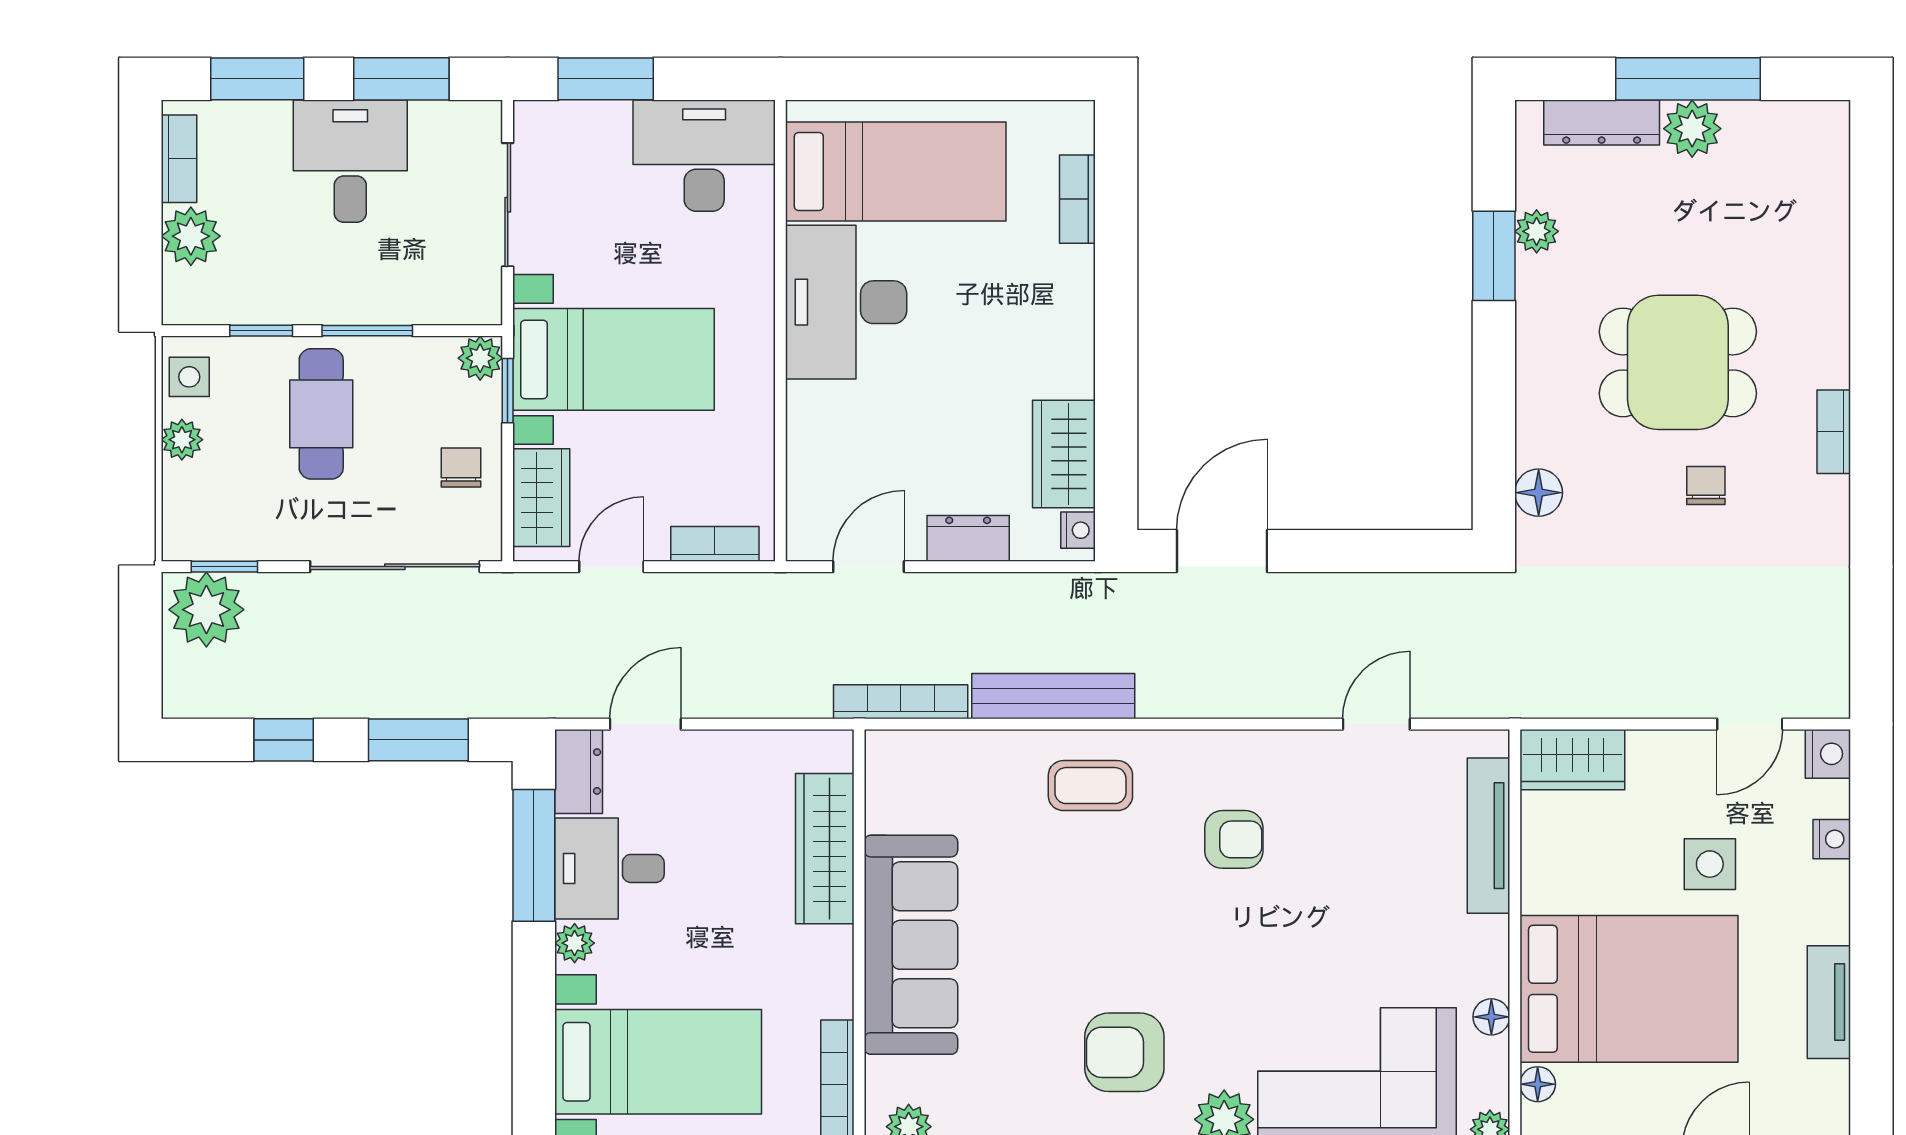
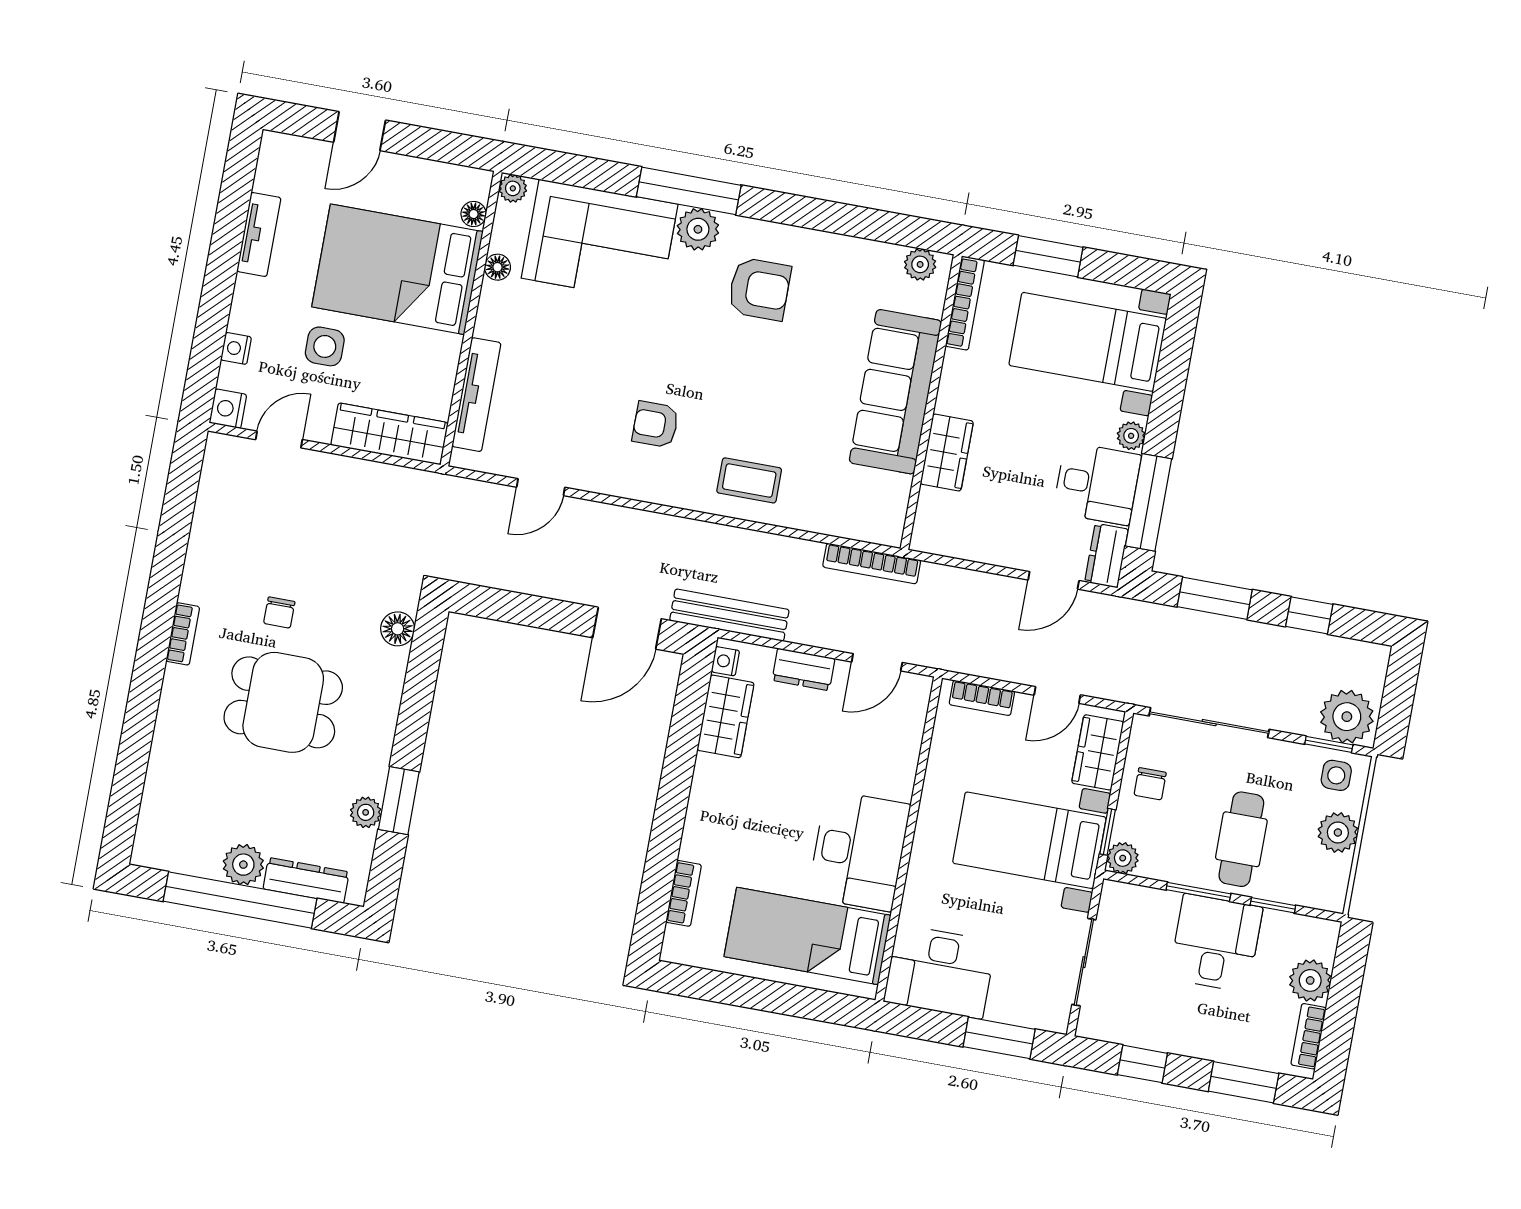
window: (401, 79) -> (1142, 1064), width x0.67
window: (1688, 79) -> (240, 900), width x1.46
desk: (350, 161) -> (1216, 943), moved, turned 180
side table: (189, 377) -> (1336, 775), moved
plant: (182, 440) -> (1338, 832), width x1.38, depth x1.38
bench: (1053, 696) -> (729, 615), moved
wardrobe: (1573, 760) -> (389, 434), width x1.50
wardrobe: (825, 849) -> (947, 453), width x0.67

